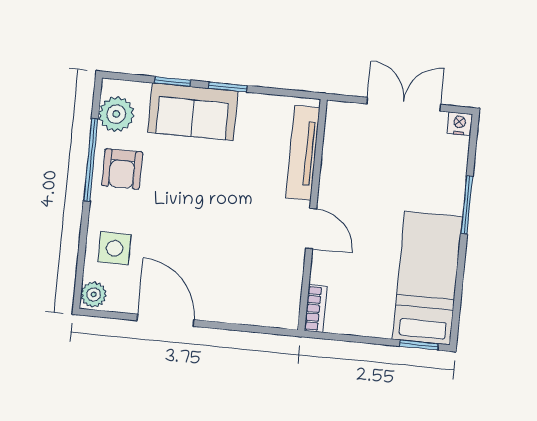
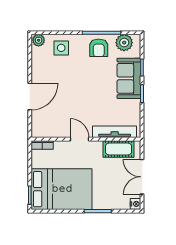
double door: (404, 104) -> (142, 177), swing flipped
cot: (340, 148) -> (119, 149), added
armchair: (122, 169) -> (99, 48), turned -90
door: (311, 228) -> (80, 139), swing flipped
bed: (427, 278) -> (62, 189), width x1.50
door: (166, 320) -> (30, 96), moved

